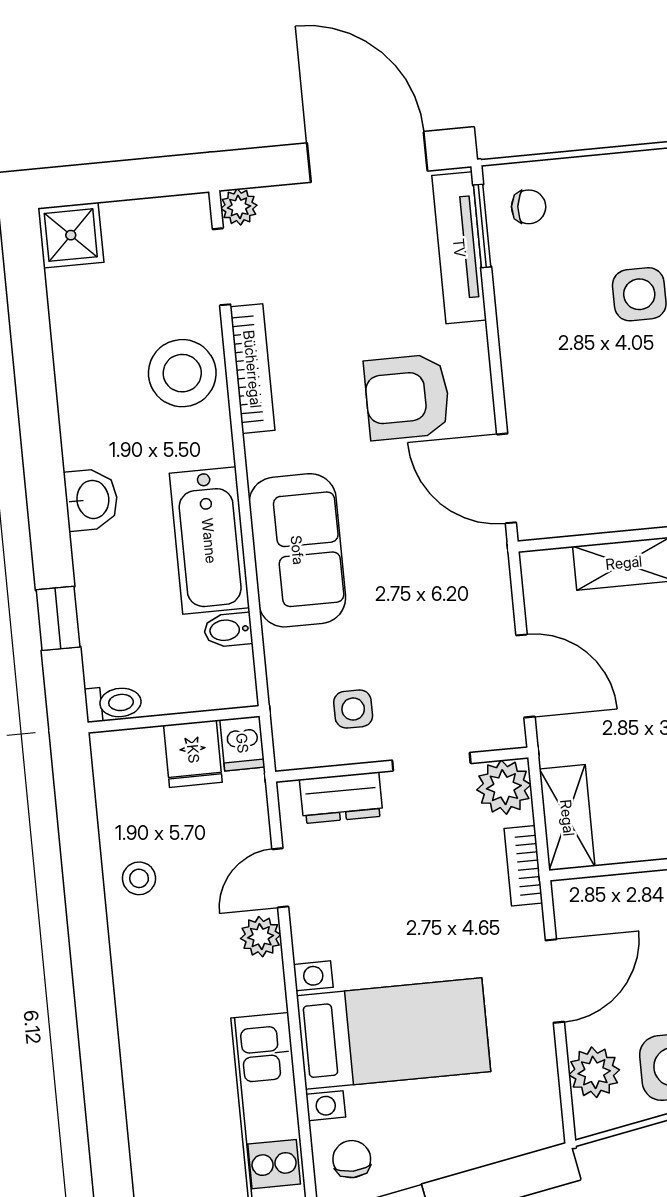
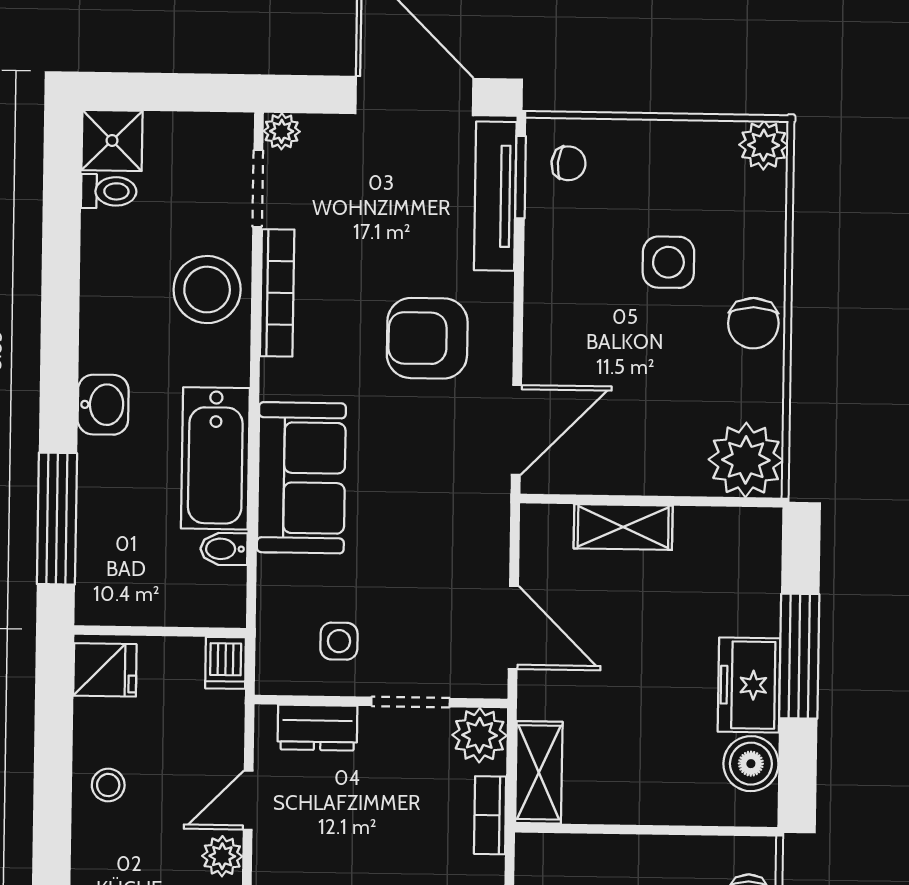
door: (506, 478) -> (516, 430), swing flipped
window: (58, 618) -> (57, 519), width x2.17
toilet: (113, 703) -> (109, 191), moved
fridge: (193, 754) -> (105, 670), moved, turned -90

